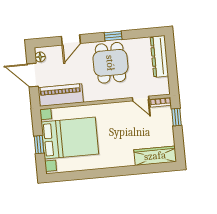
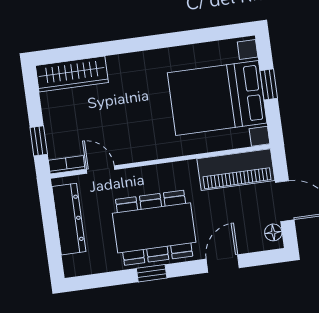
dresser: (159, 56) -> (69, 219), moved
dining table: (110, 63) -> (154, 228), width x1.38

